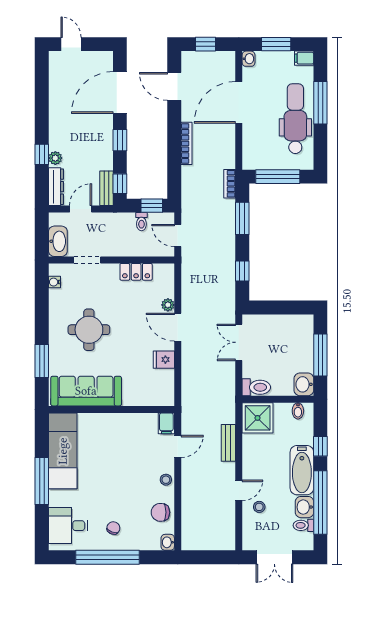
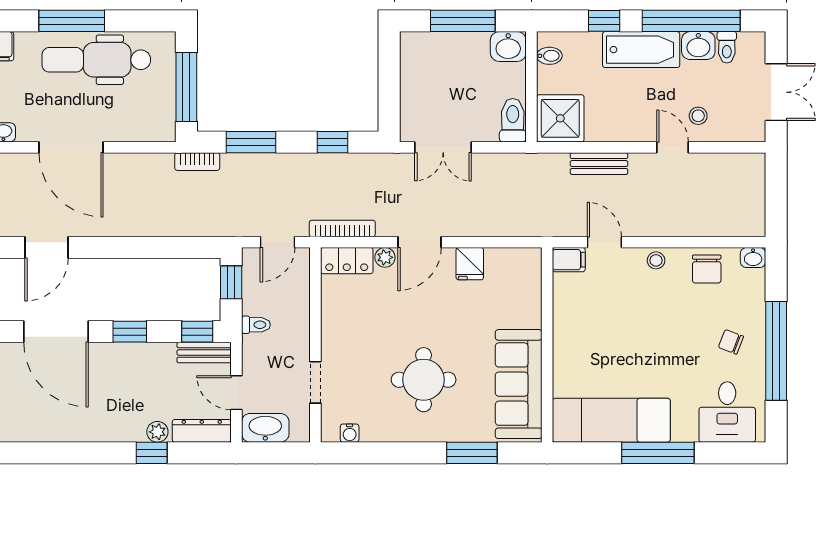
bookcase: (187, 143) -> (342, 228), moved
toilet: (141, 222) -> (256, 325), moved
washbasin: (58, 241) -> (265, 428), moved
locker: (136, 272) -> (347, 261), moved, turned 90

